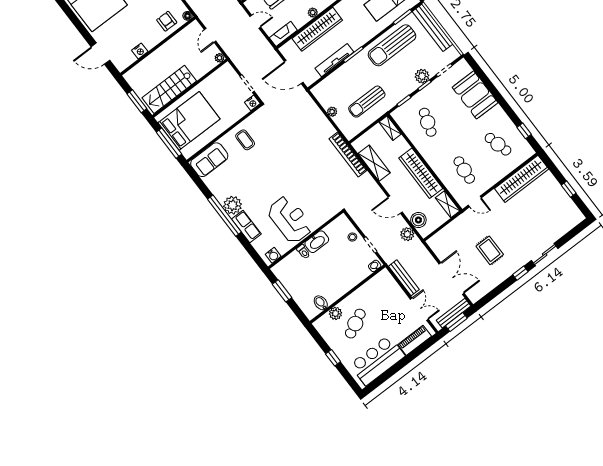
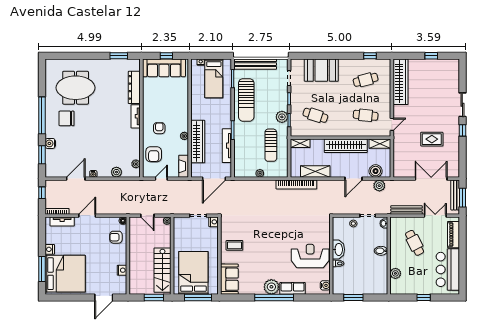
plant: (422, 76) -> (282, 117), moved
bidet: (321, 303) -> (381, 251), moved
cafe table: (355, 324) -> (415, 243), moved

